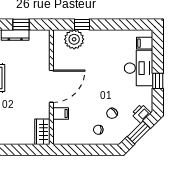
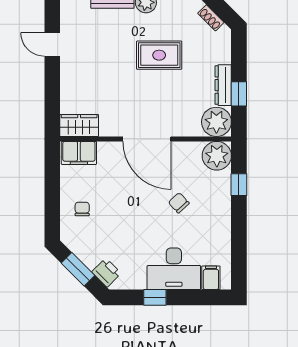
plant: (40, 39) -> (216, 122), added
plant: (74, 39) -> (217, 156), moved
chair: (112, 113) -> (179, 203), moved
filing cabinet: (61, 114) -> (79, 153), moved, width x2.00

